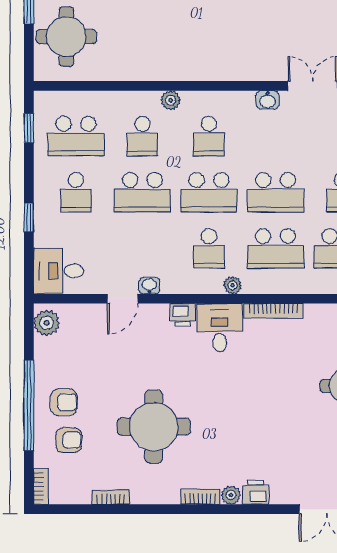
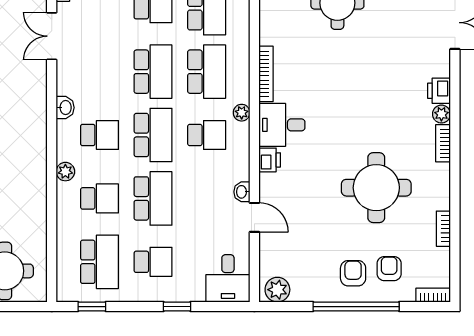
washbasin: (268, 100) -> (65, 108), moved

